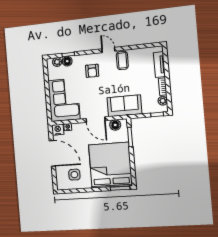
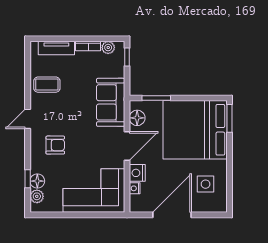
coffee table: (122, 60) -> (47, 85), moved
nightstand: (58, 130) -> (137, 173), moved

